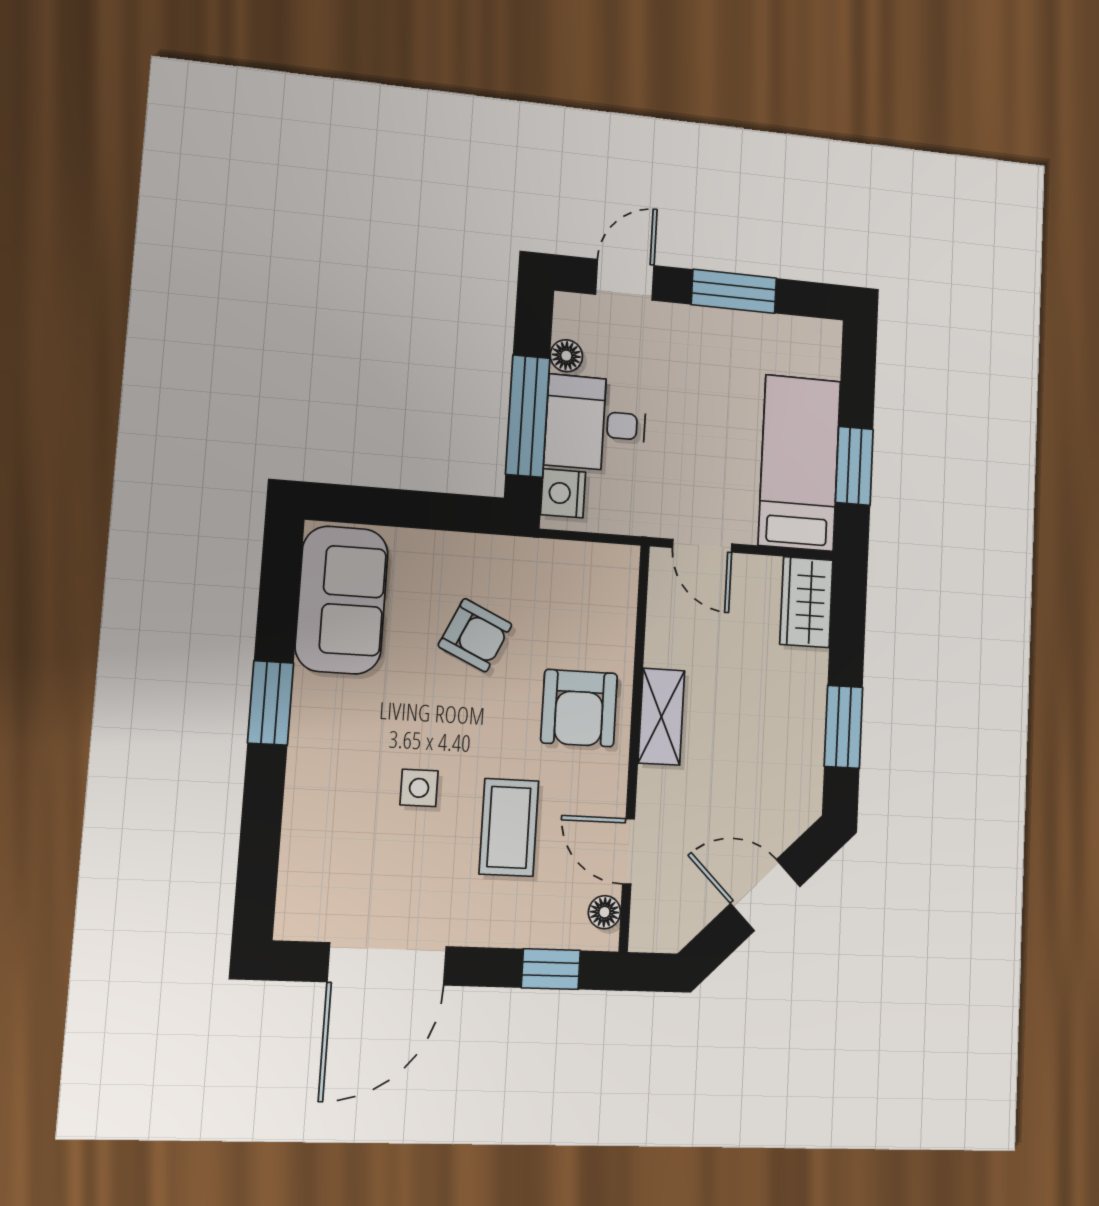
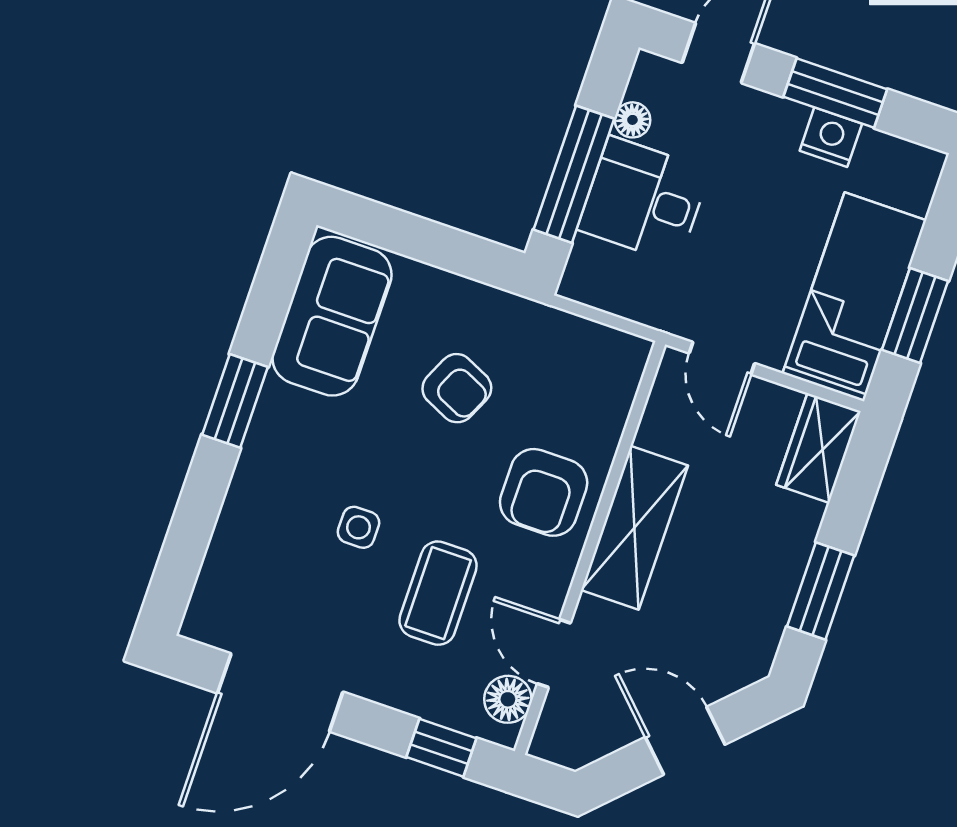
nightstand: (563, 493) -> (831, 137), moved, turned 90
shelving: (661, 717) -> (634, 528), width x1.50, depth x1.33
floor lamp: (604, 912) -> (508, 699), width x1.37, depth x1.37

